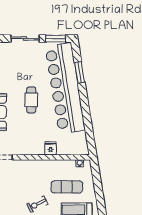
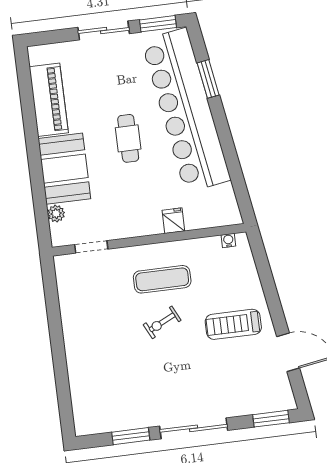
exercise mat: (67, 187) -> (162, 279), moved

